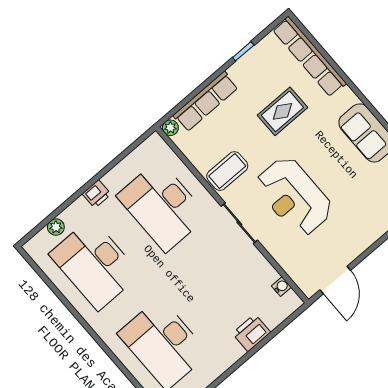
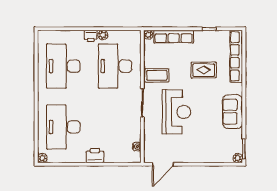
reception desk: (294, 197) -> (176, 112), turned 180
plant: (56, 227) -> (103, 35), moved
printer: (251, 333) -> (95, 156), moved

